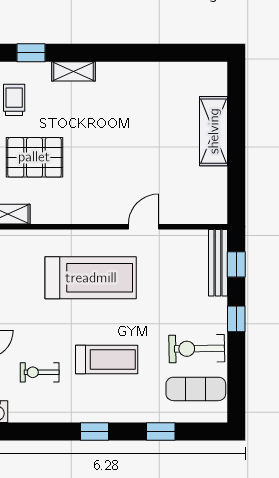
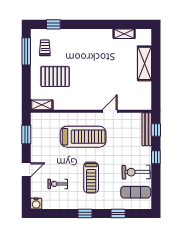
shelving: (74, 71) -> (124, 34), moved
treadmill: (107, 359) -> (91, 178), turned 90

